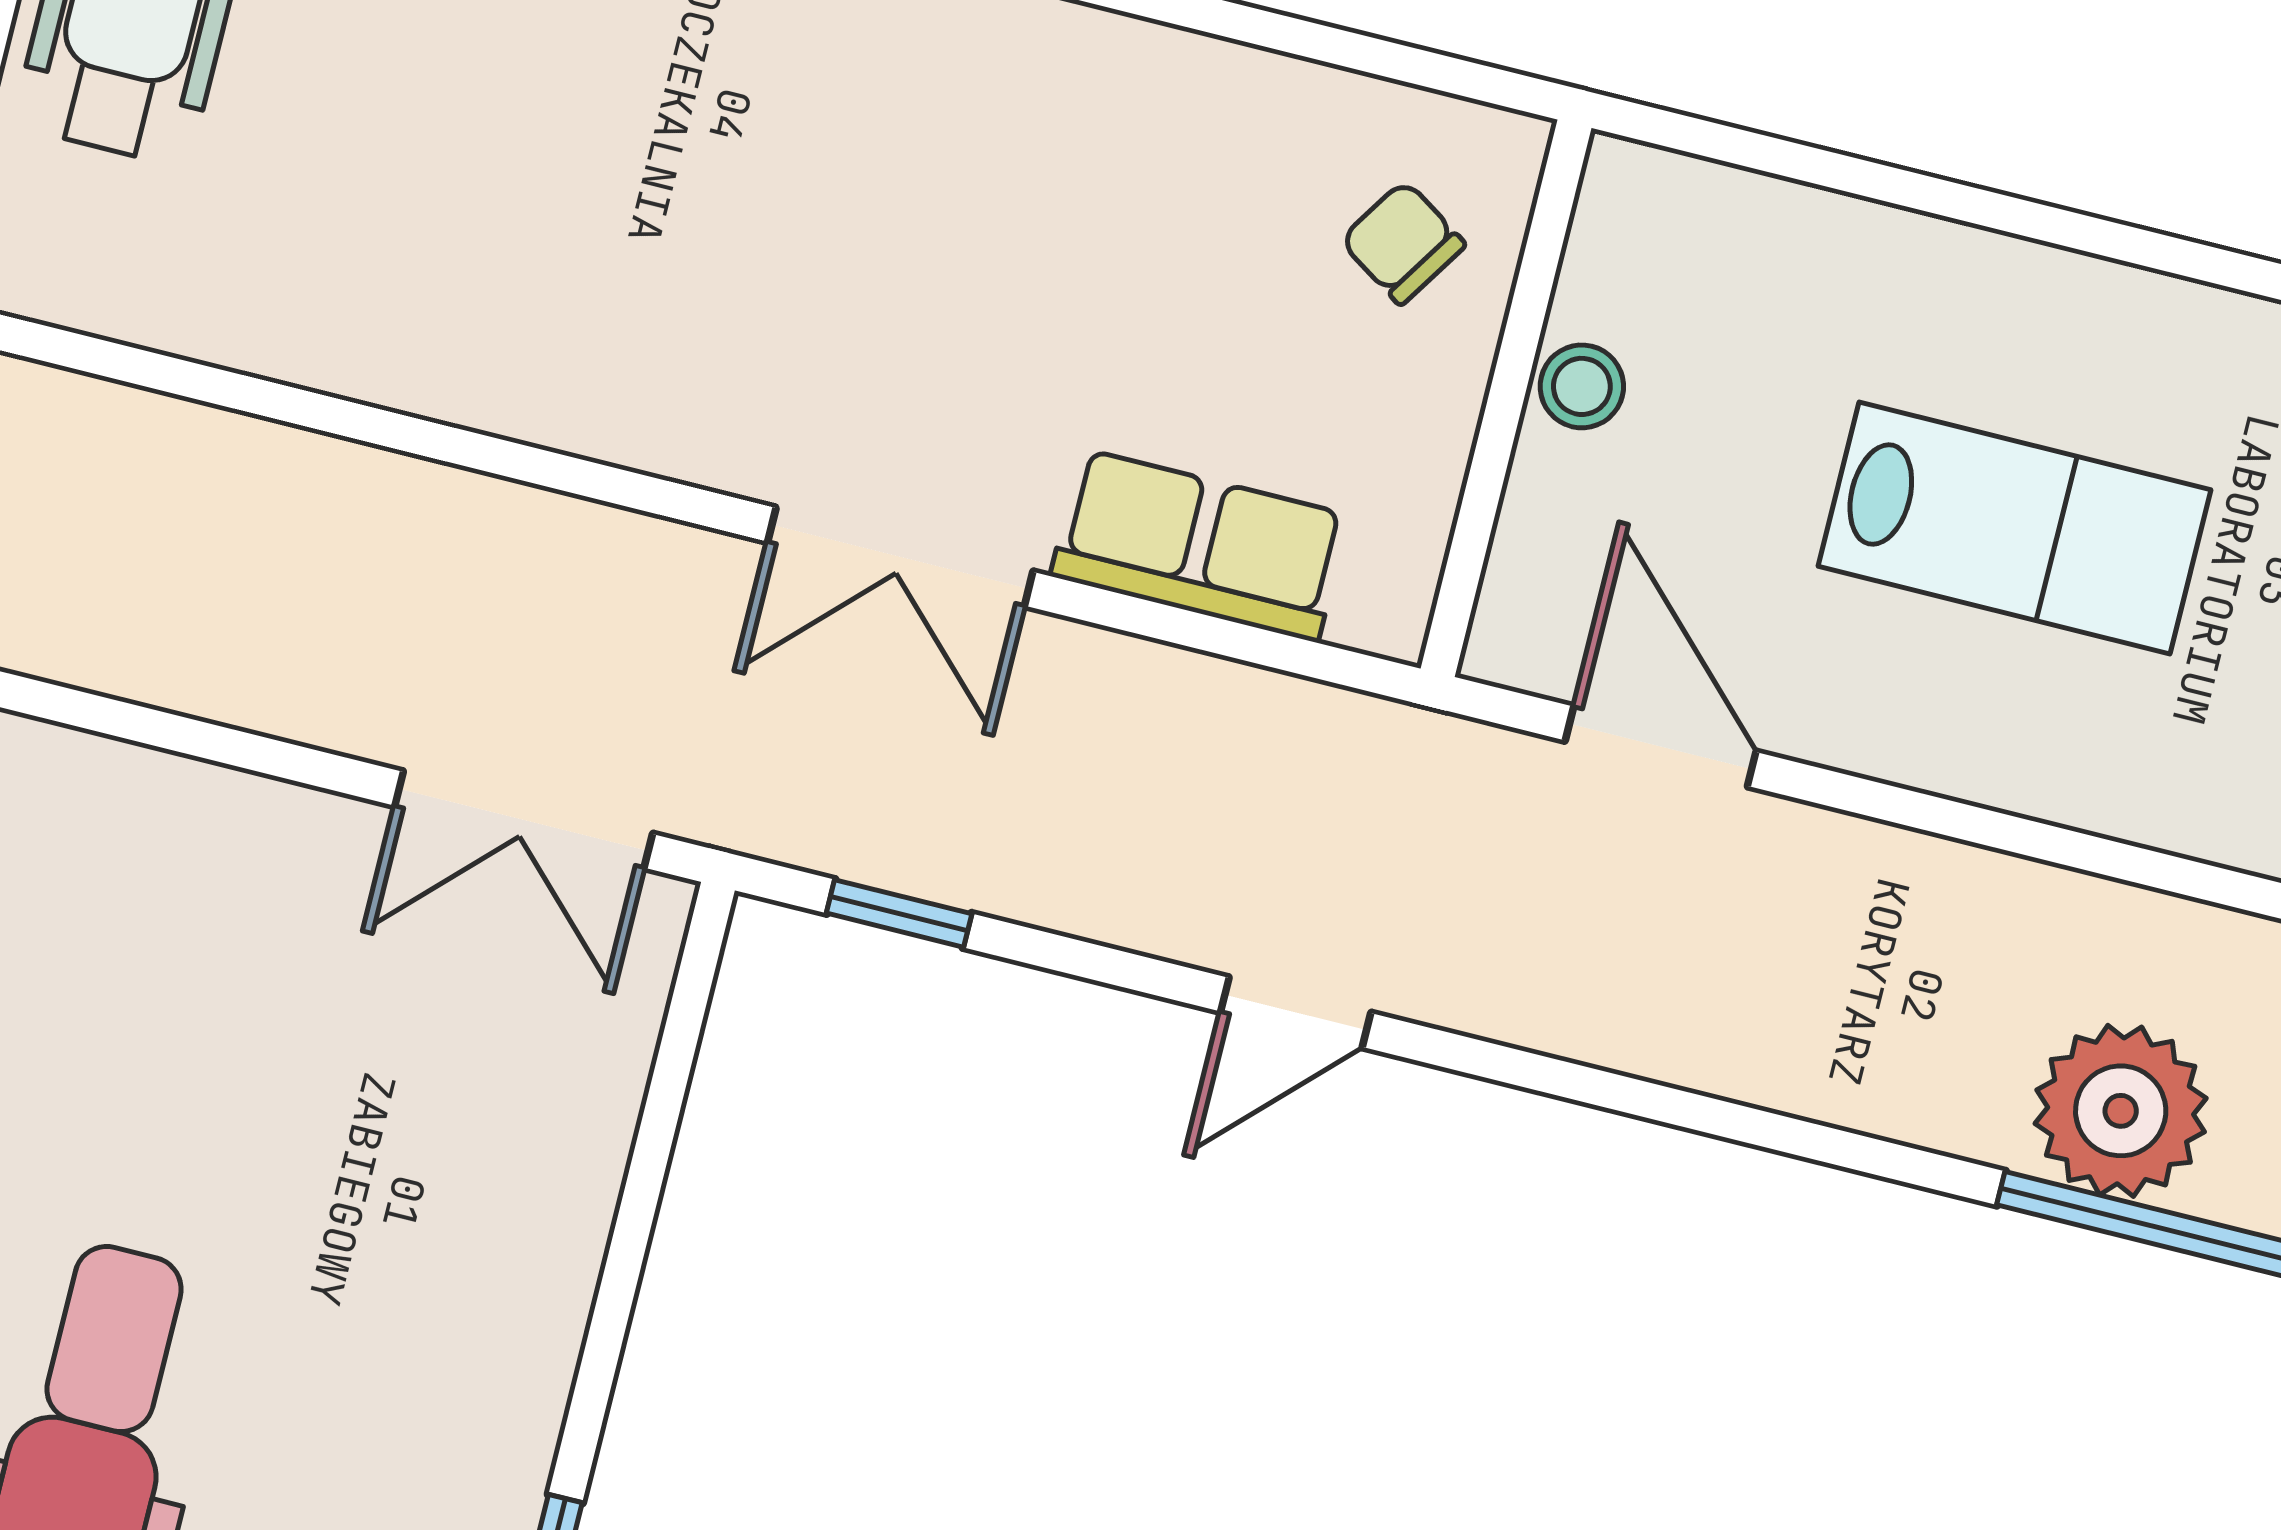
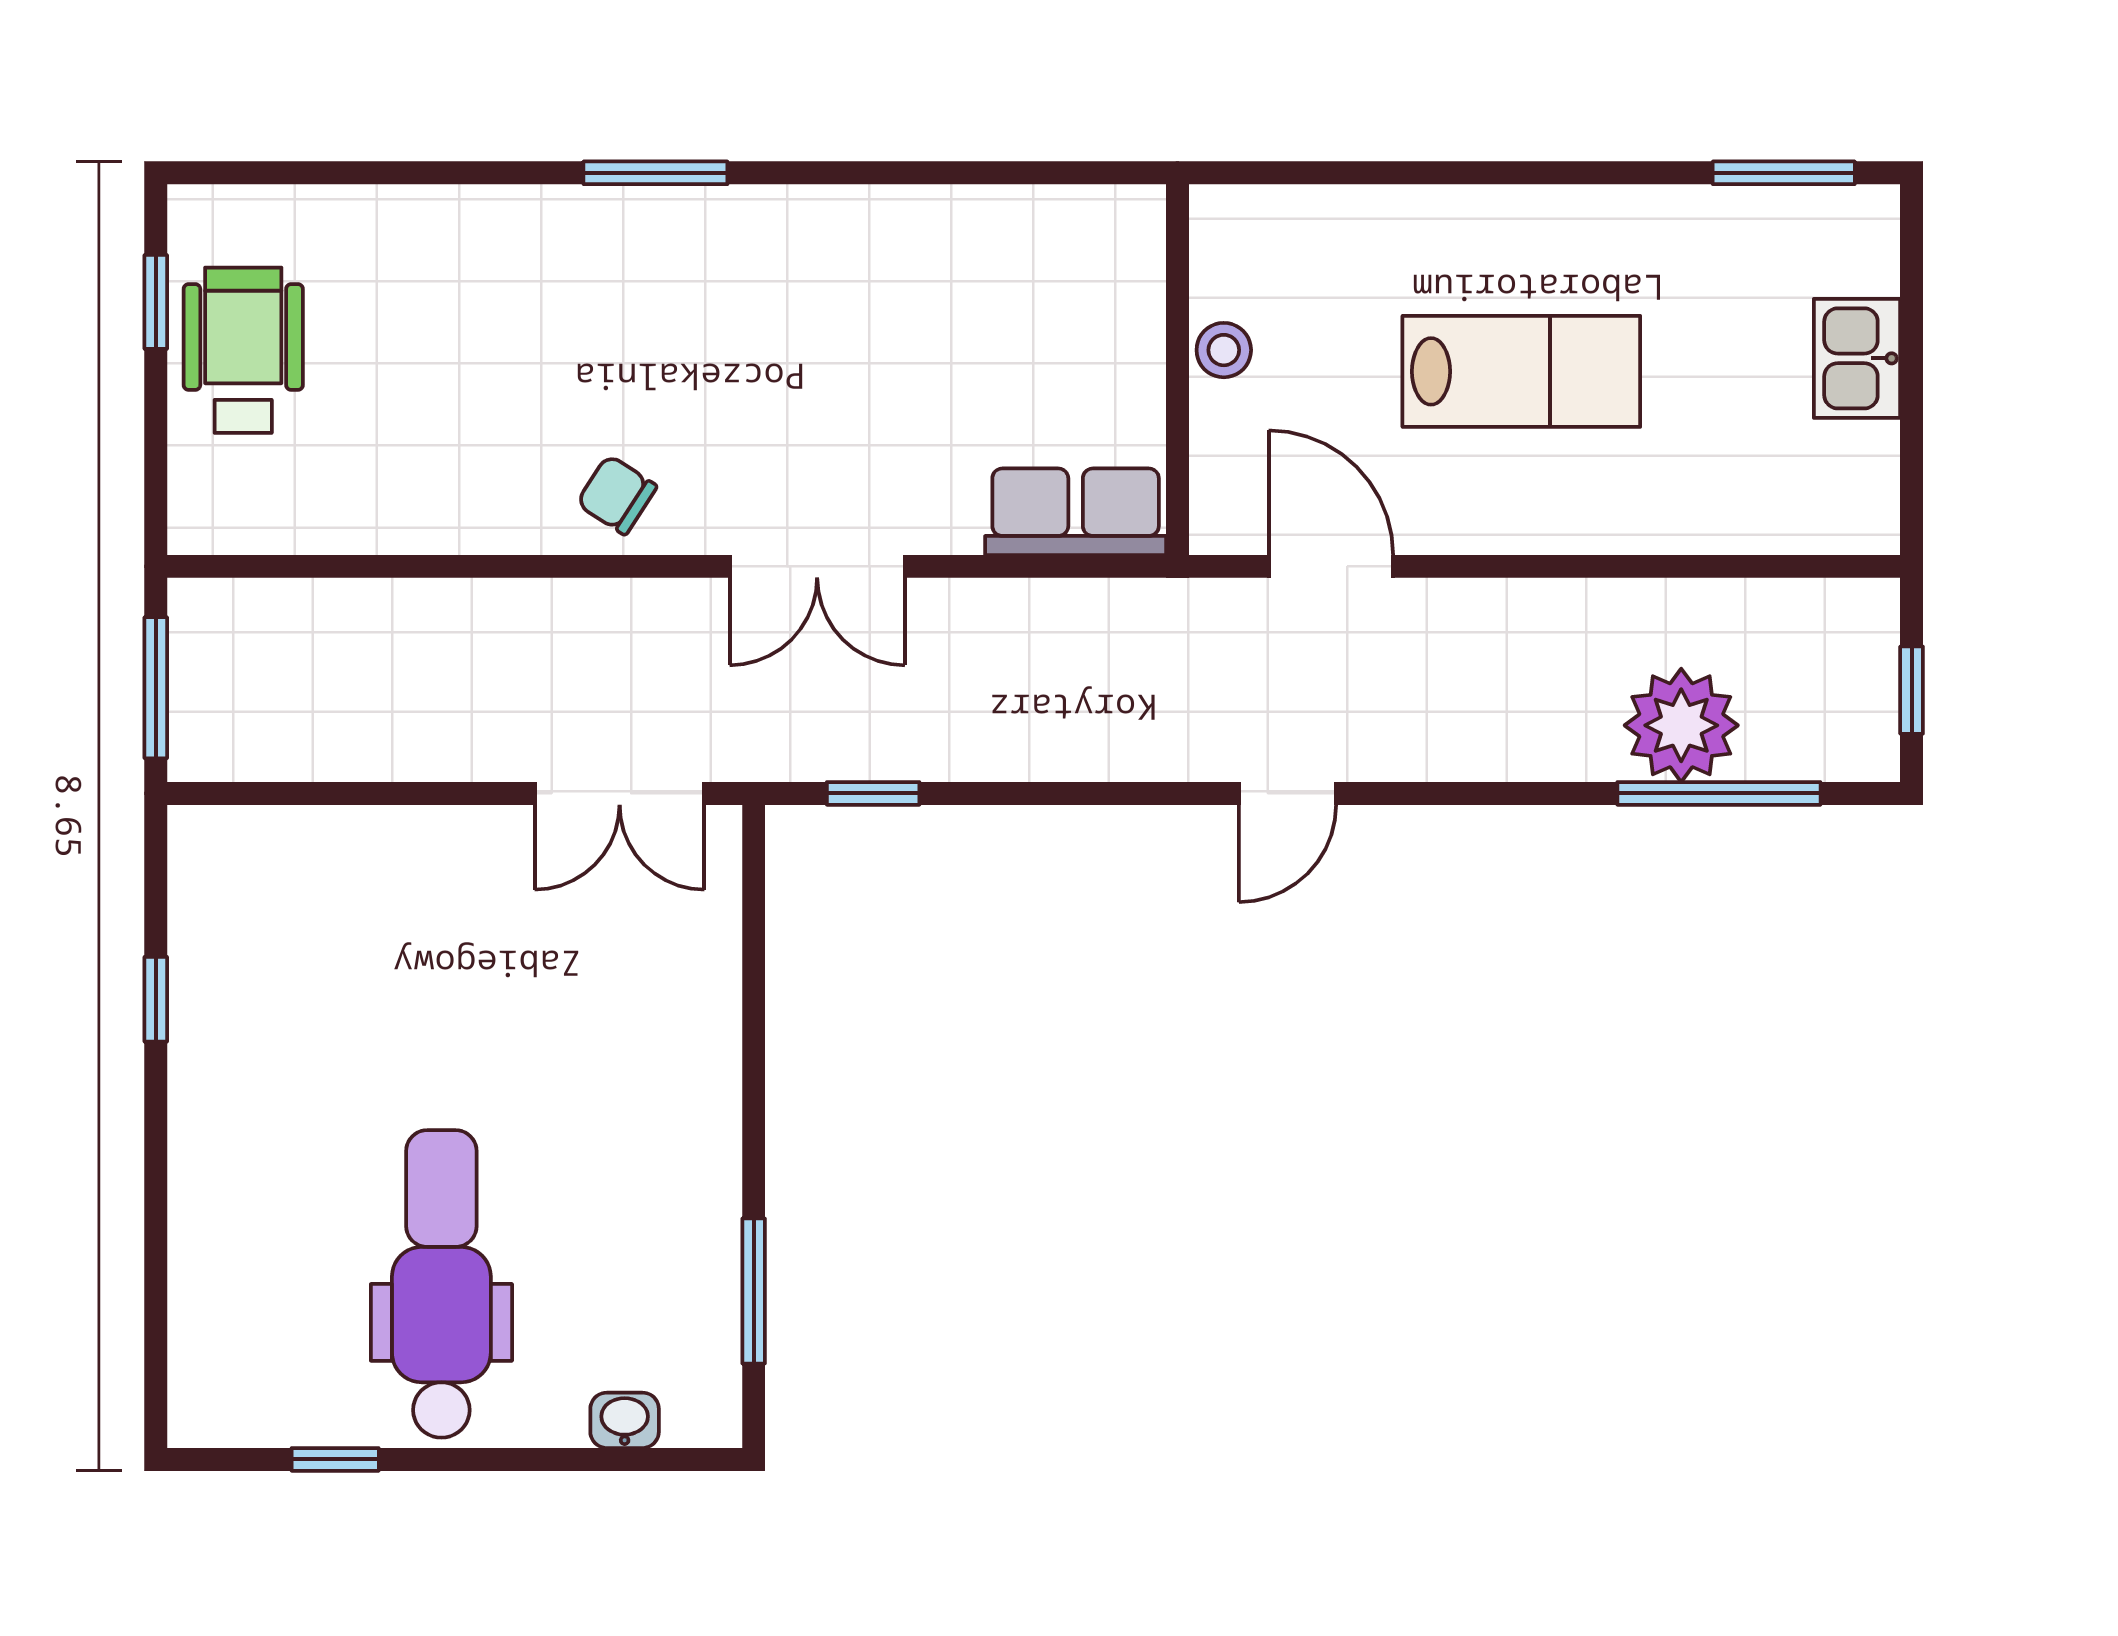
chair: (1403, 243) -> (617, 495), moved
row of seats: (1200, 545) -> (1076, 512), moved
door: (1296, 1012) -> (1287, 793), moved

